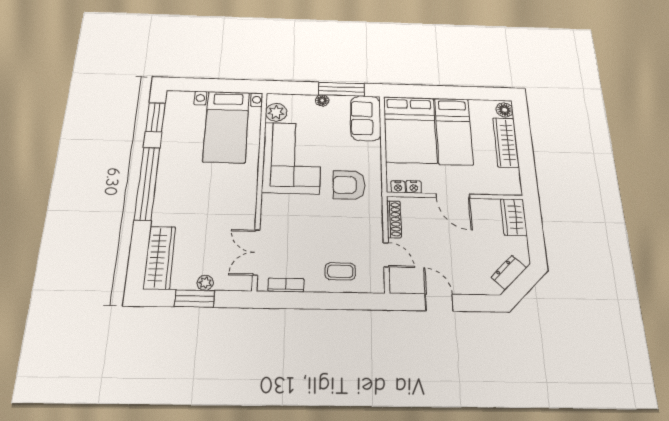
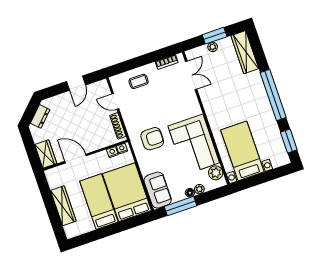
plant: (307, 100) -> (199, 189), added
floor lamp: (505, 110) -> (70, 230), removed
door: (453, 196) -> (76, 159), moved
door: (439, 302) -> (76, 83), hinge flipped

